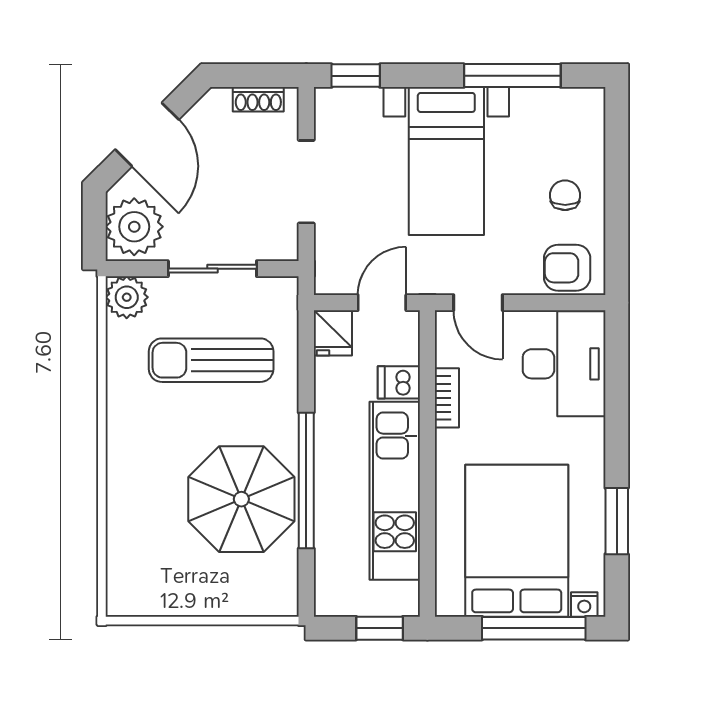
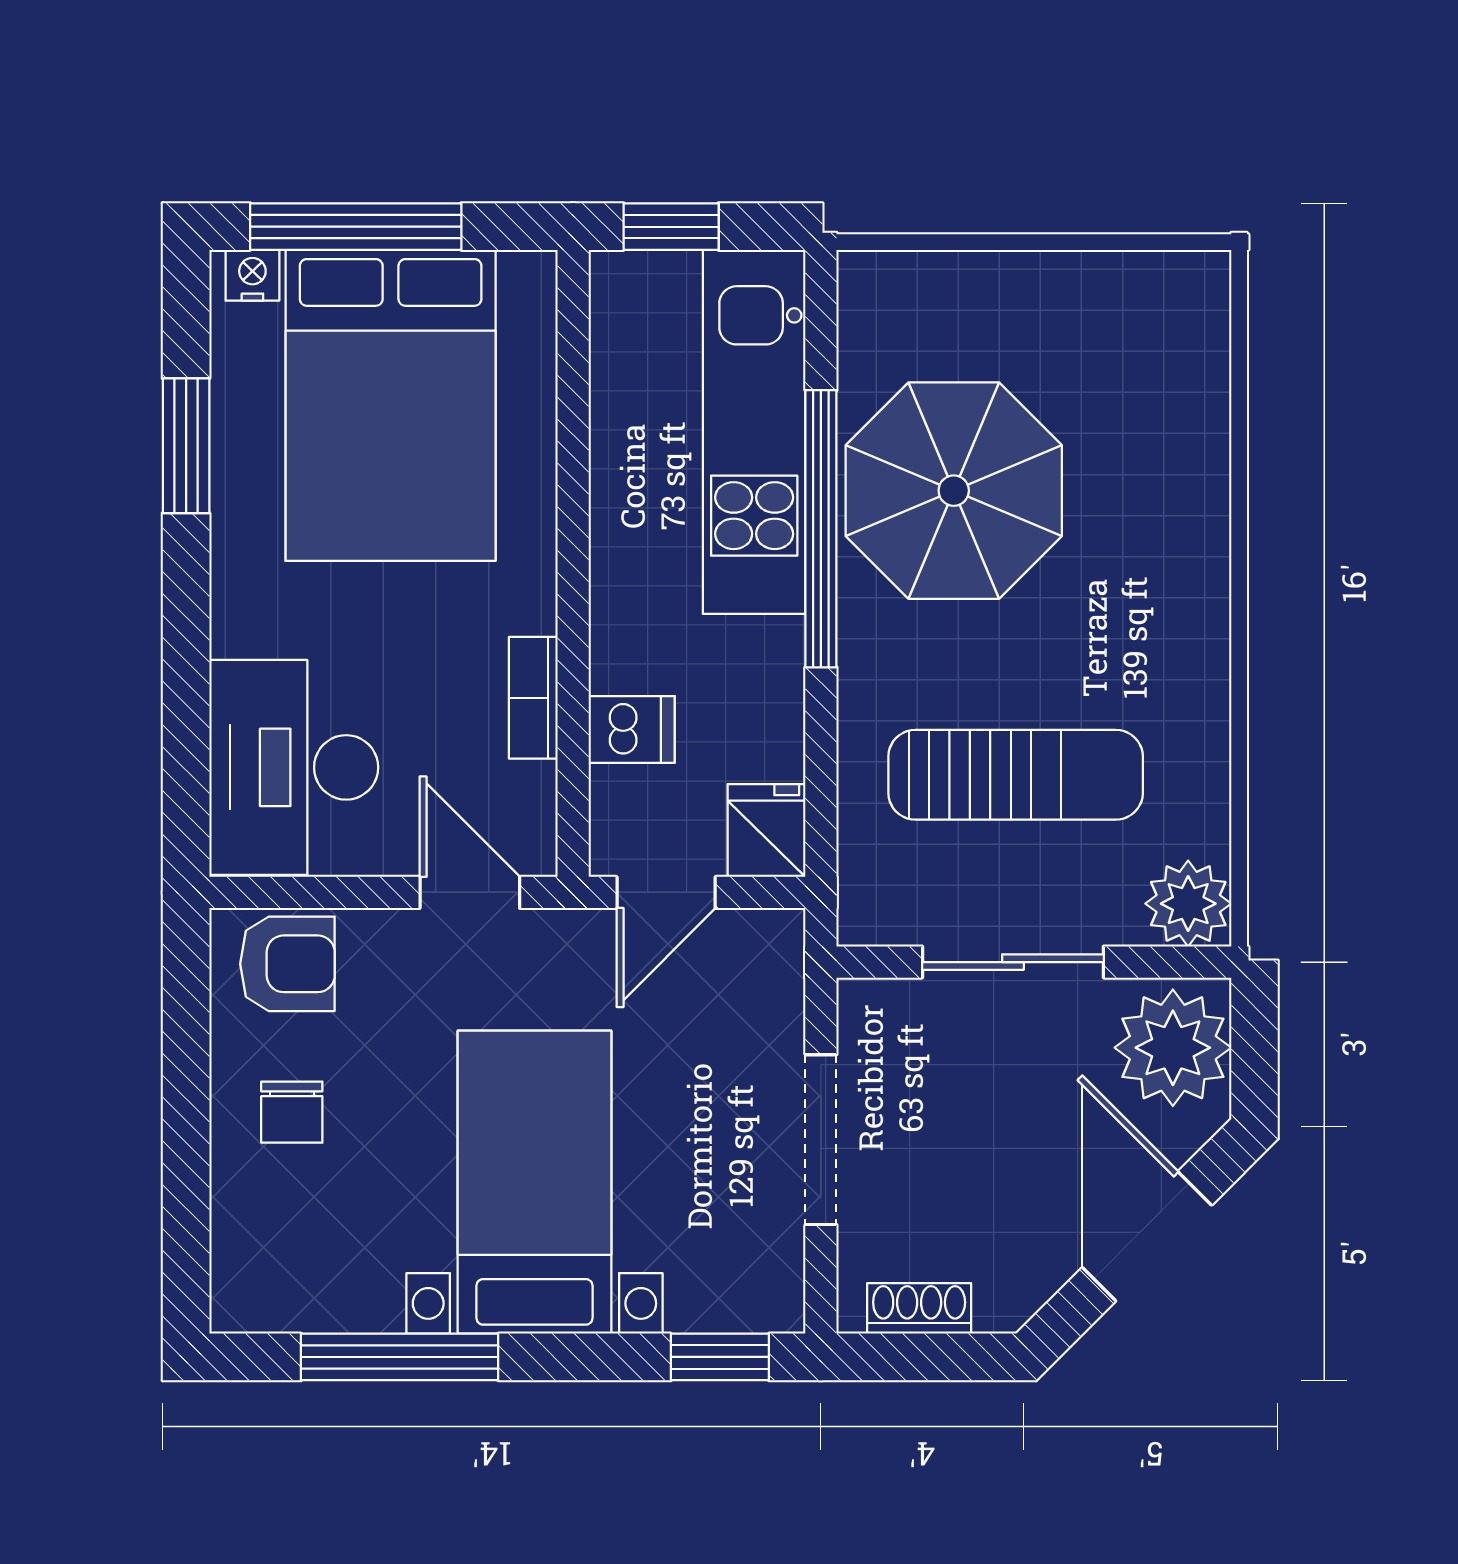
kitchen unit: (395, 491) -> (754, 432), moved, turned 180

